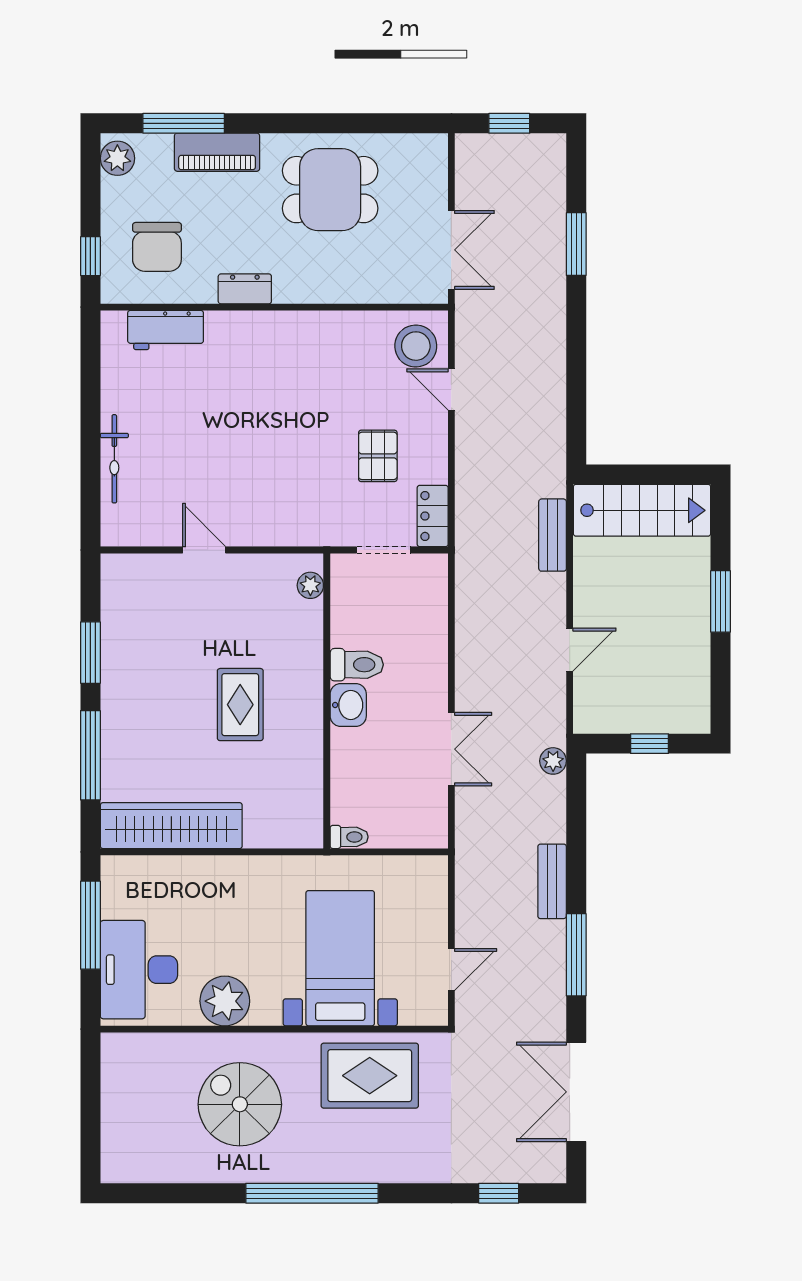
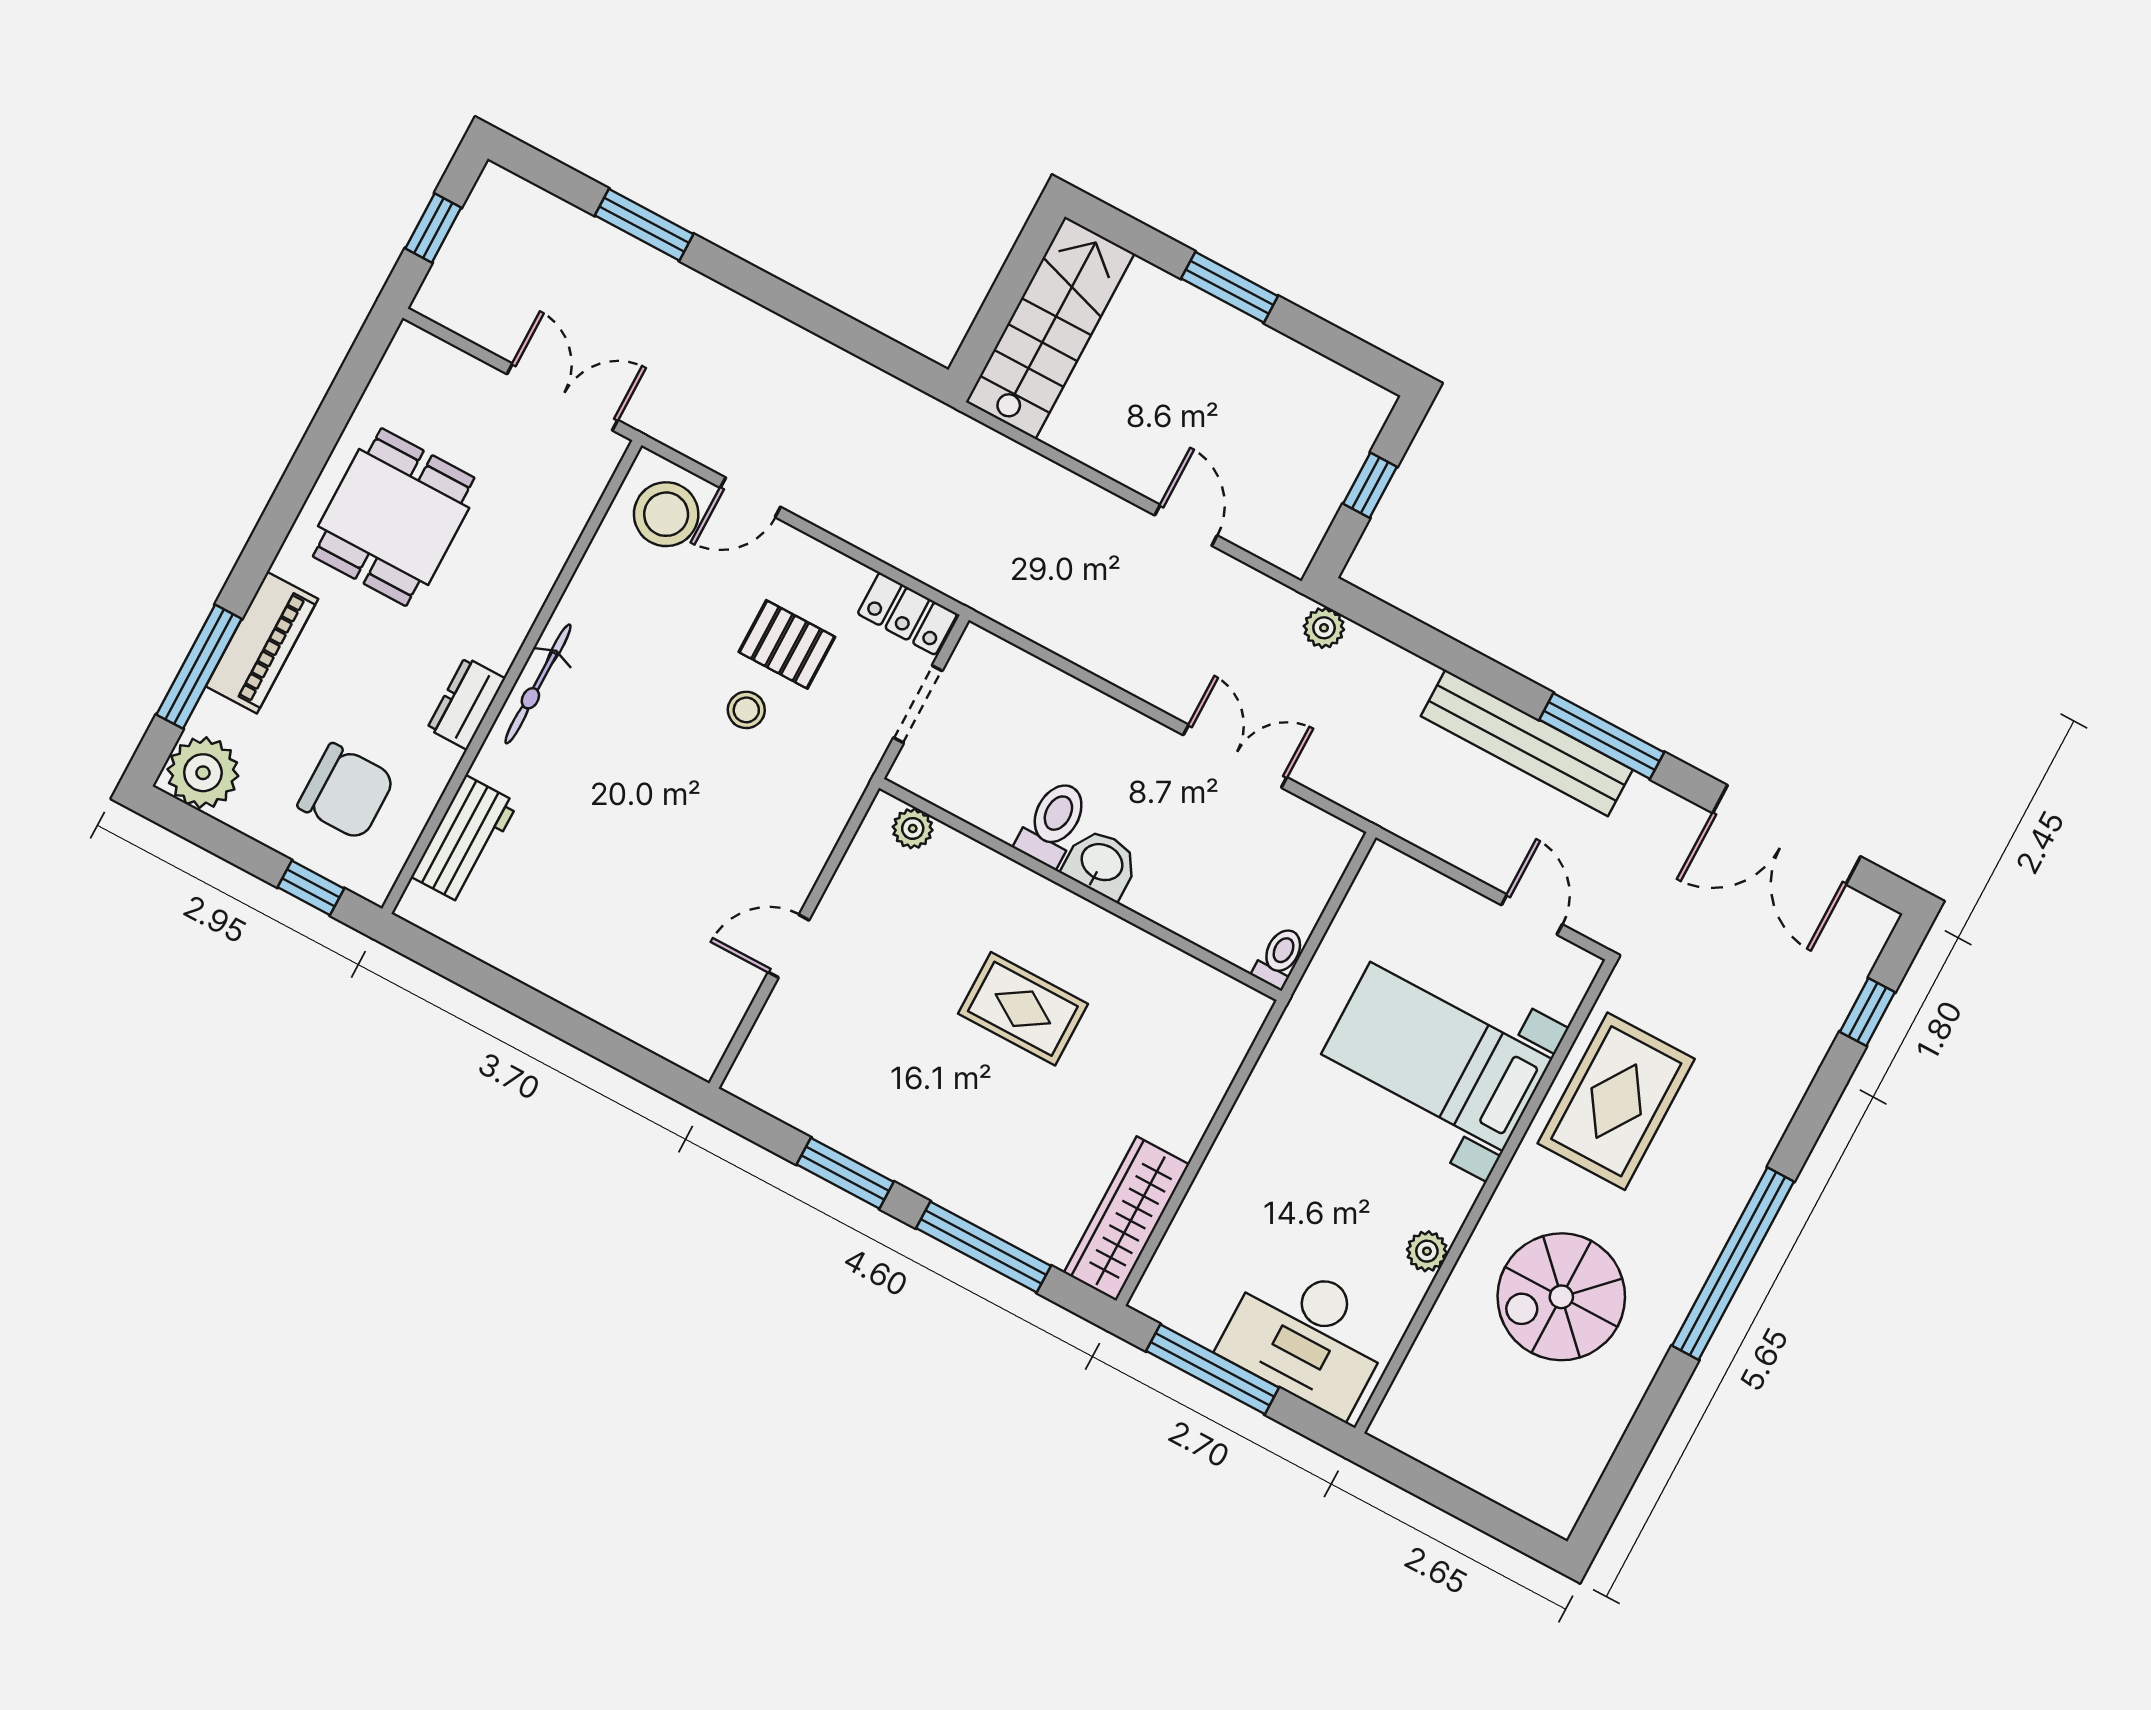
plant: (117, 158) -> (203, 773), width x1.36, depth x1.36
stool: (327, 453) -> (746, 710), added
bicycle: (114, 459) -> (538, 684), moved, turned 90
bench: (553, 535) -> (1019, 466), removed
wardrobe: (171, 826) -> (1126, 1219), width x0.71, depth x0.85
bench: (552, 881) -> (1527, 743), width x1.86, depth x1.21
plant: (225, 1001) -> (1427, 1251), width x0.53, depth x0.53

